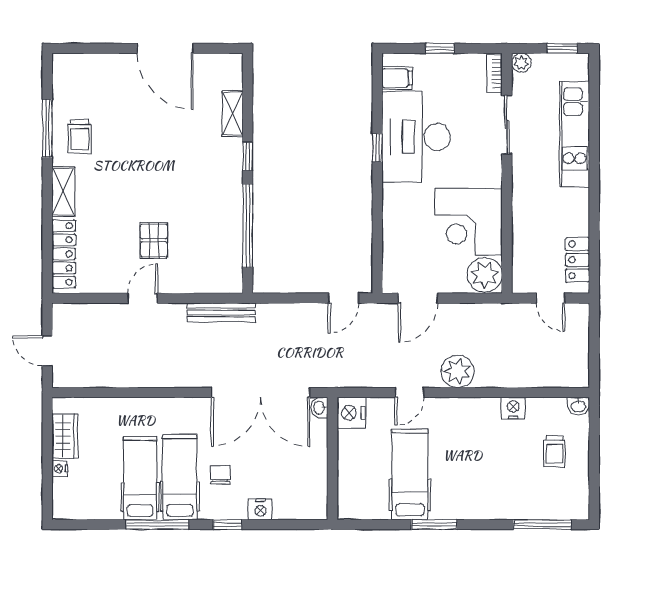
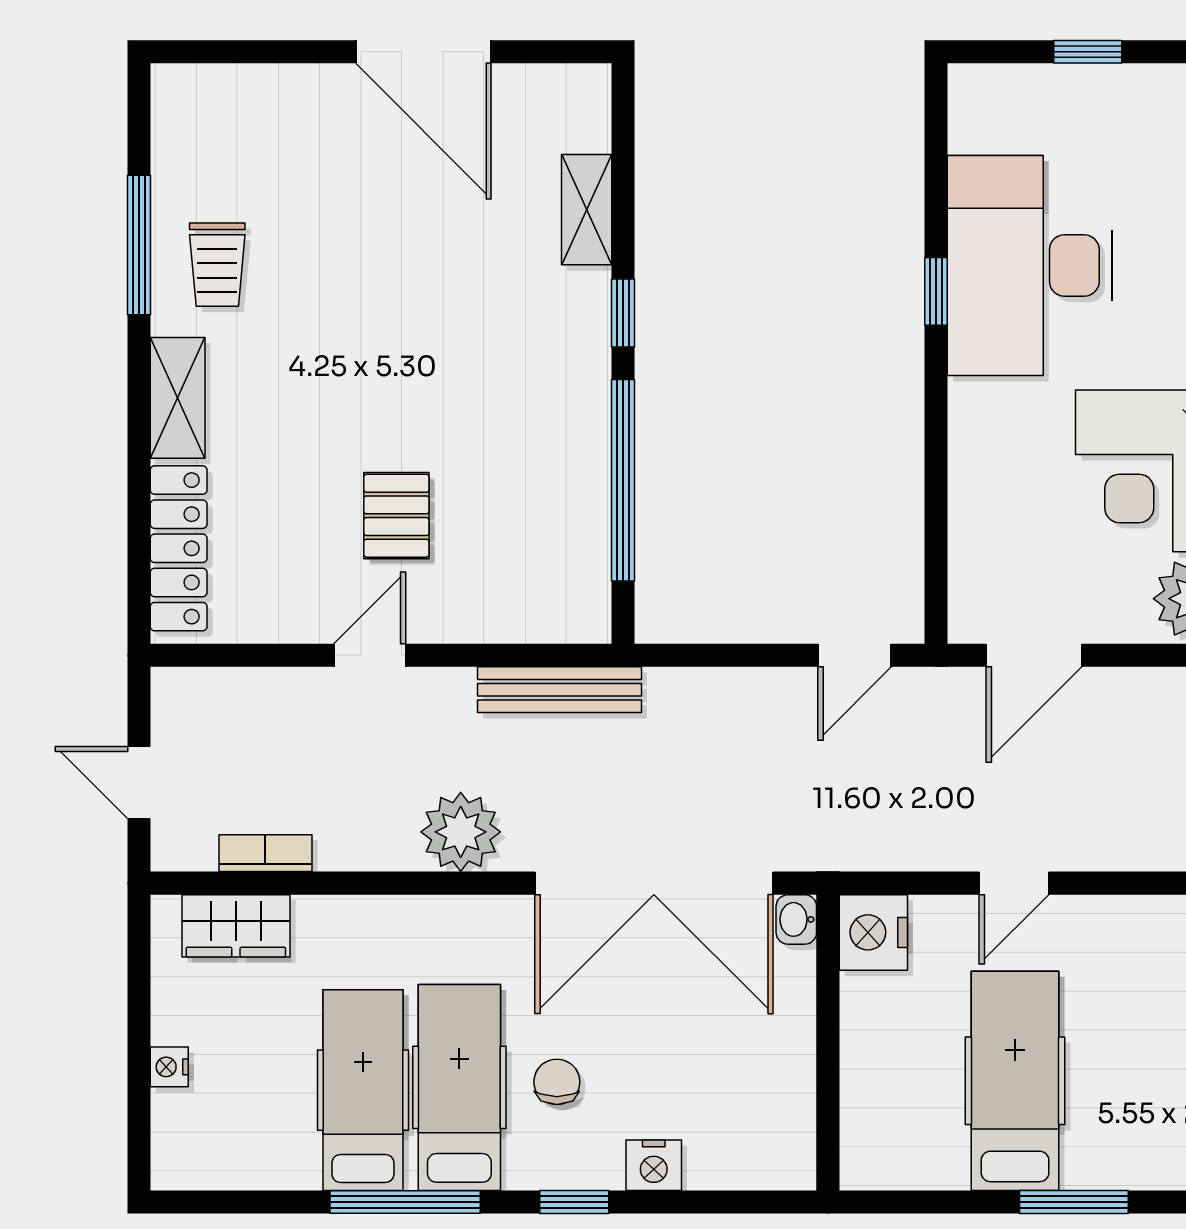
filing cabinet: (397, 78) -> (984, 124), removed
plant: (458, 371) -> (461, 832), moved
bookcase: (100, 380) -> (265, 853), added
wardrobe: (65, 436) -> (236, 926), moved, turned 90

